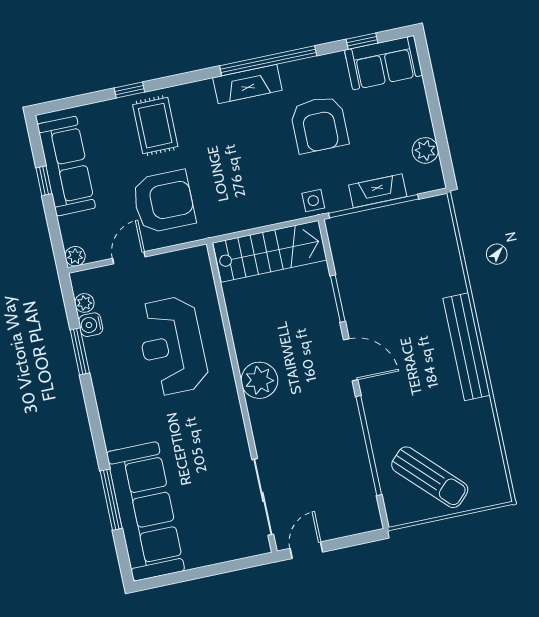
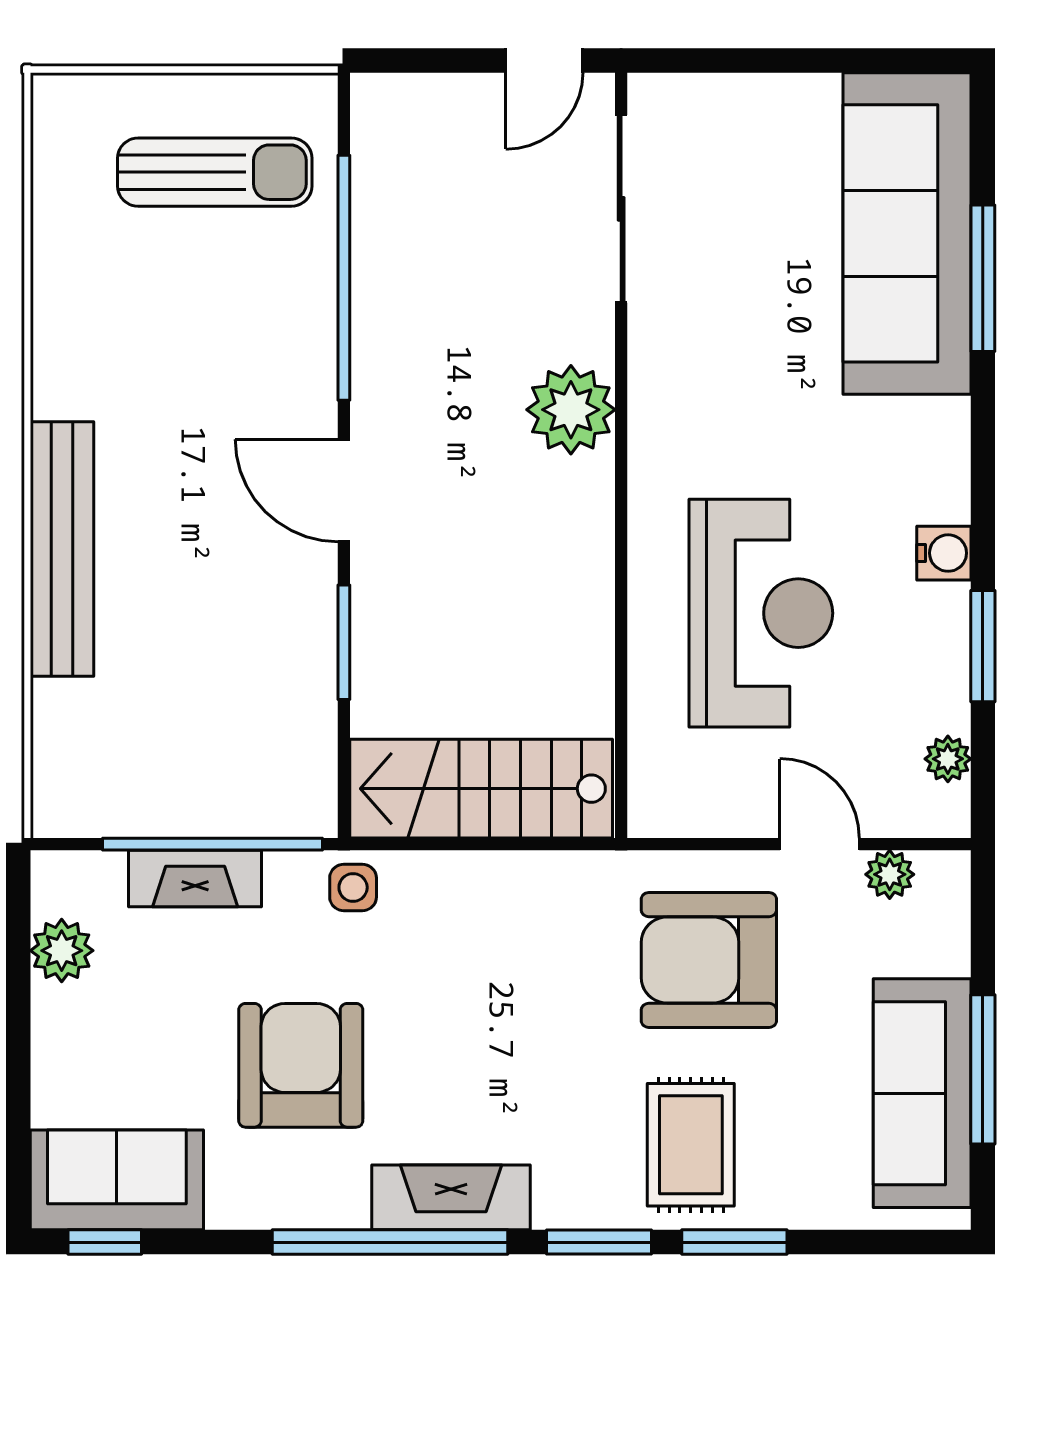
window: (362, 41) -> (105, 1242), moved
window: (184, 79) -> (599, 1242), added
window: (129, 90) -> (734, 1242), width x1.50
window: (44, 181) -> (983, 1069), width x2.17
plant: (75, 256) -> (890, 874), moved
door: (129, 258) -> (820, 844), swing flipped
water cooler: (91, 325) -> (944, 553), moved
bench: (467, 347) -> (62, 549), moved
plant: (259, 380) -> (571, 410), moved
sun lounger: (430, 477) -> (215, 172), turned 135

